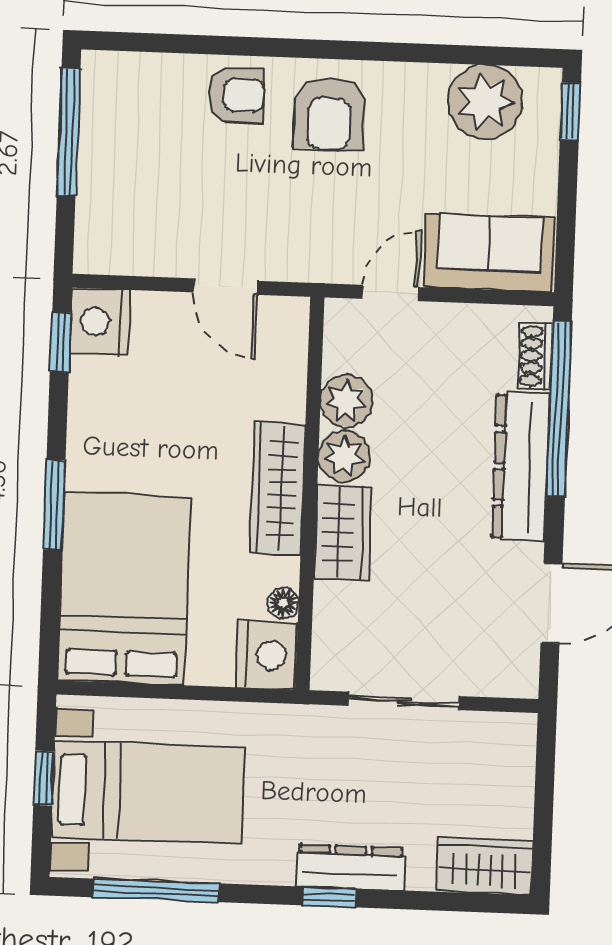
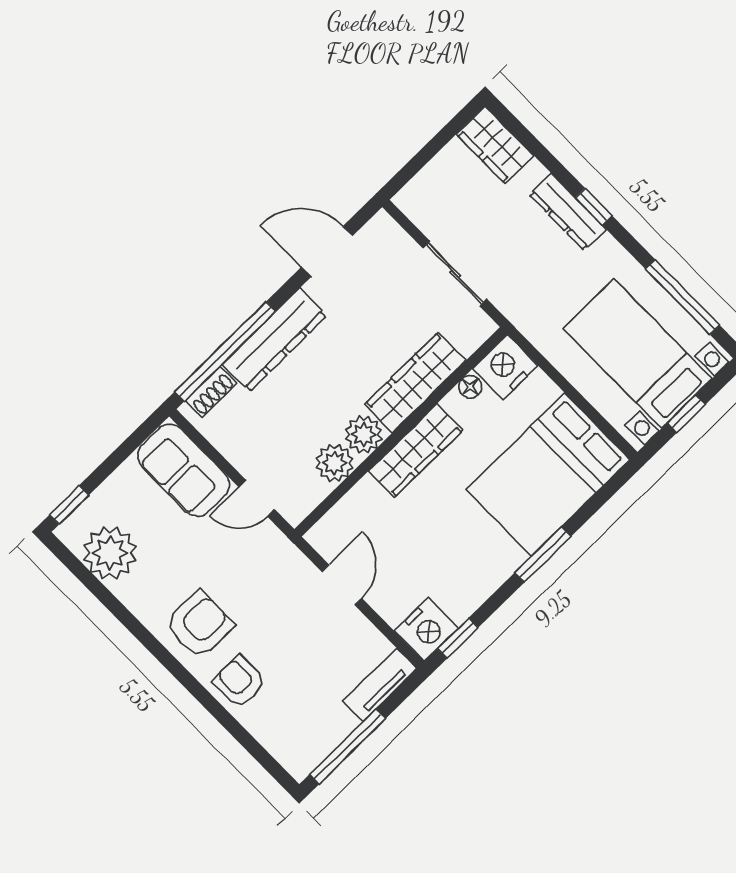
tv unit: (94, 223) -> (380, 685), added
wardrobe: (343, 533) -> (415, 382), width x1.50

